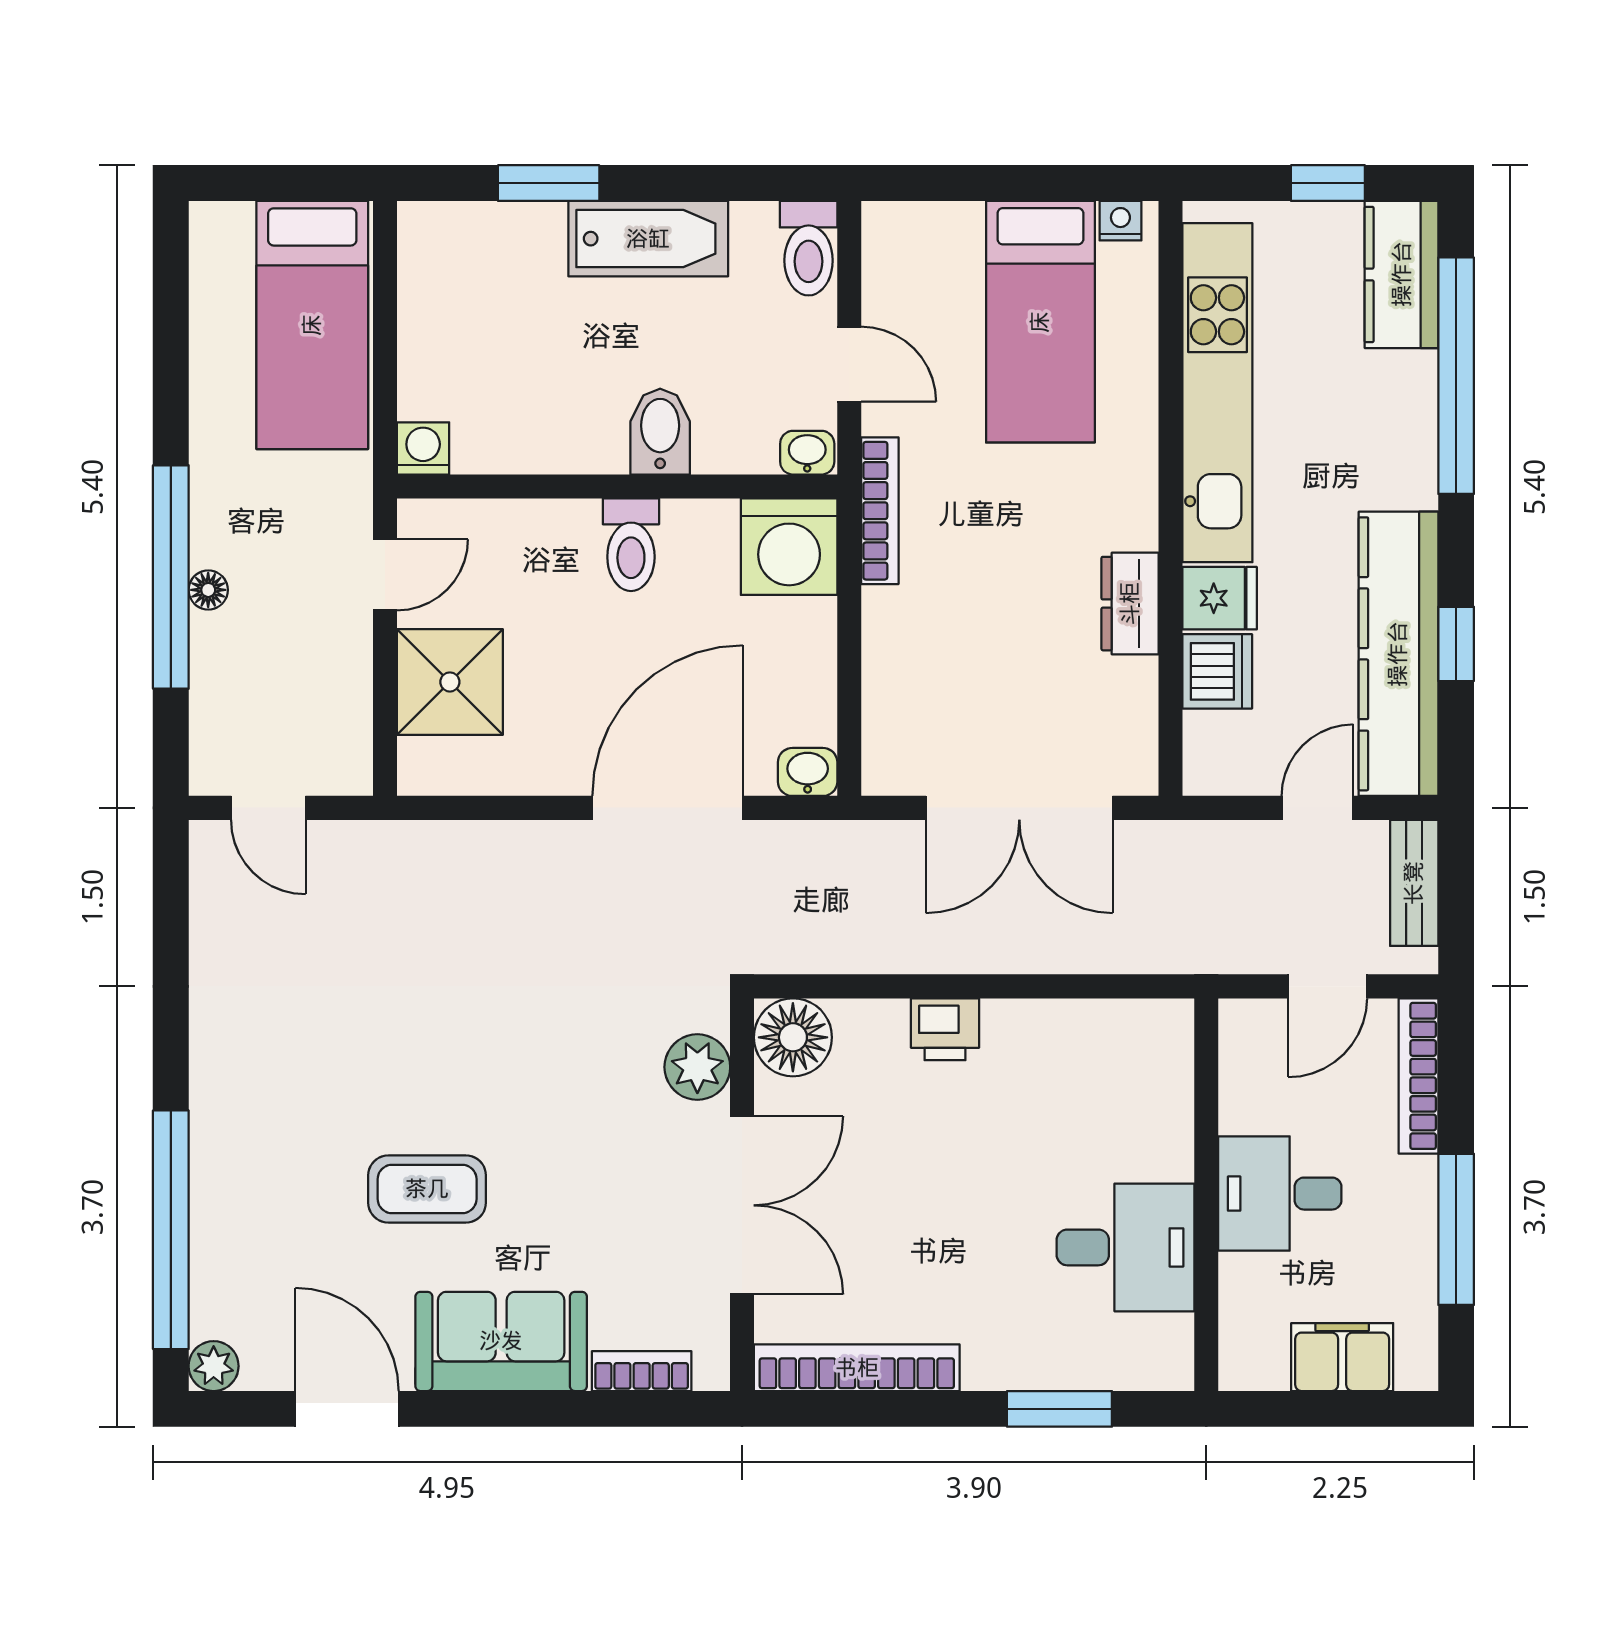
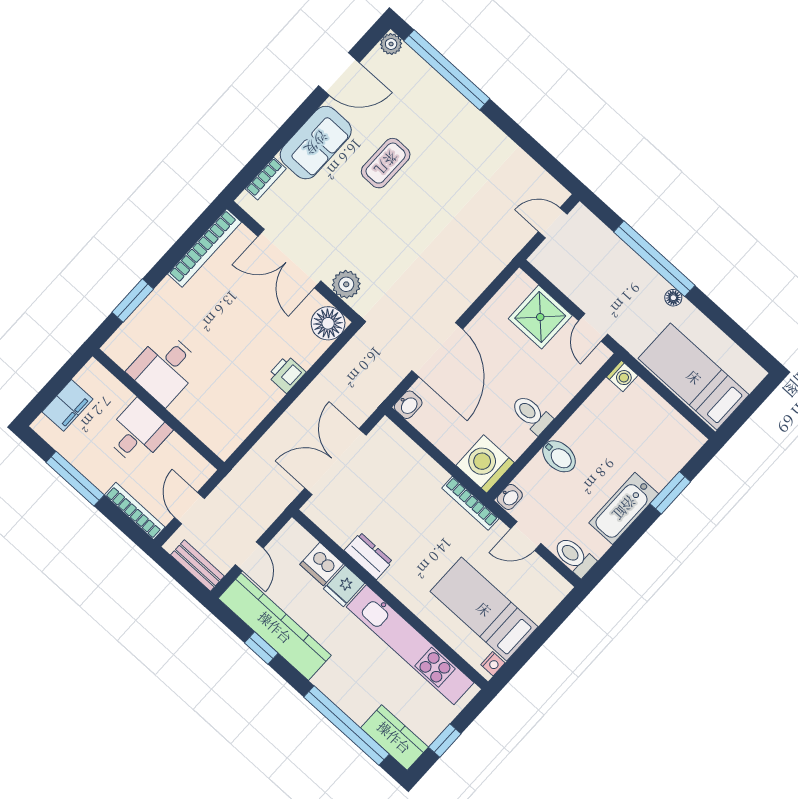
floor lamp: (208, 590) -> (673, 298), moved

